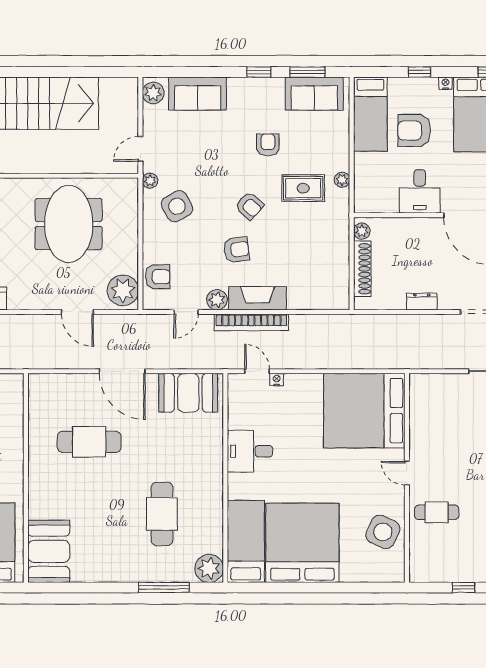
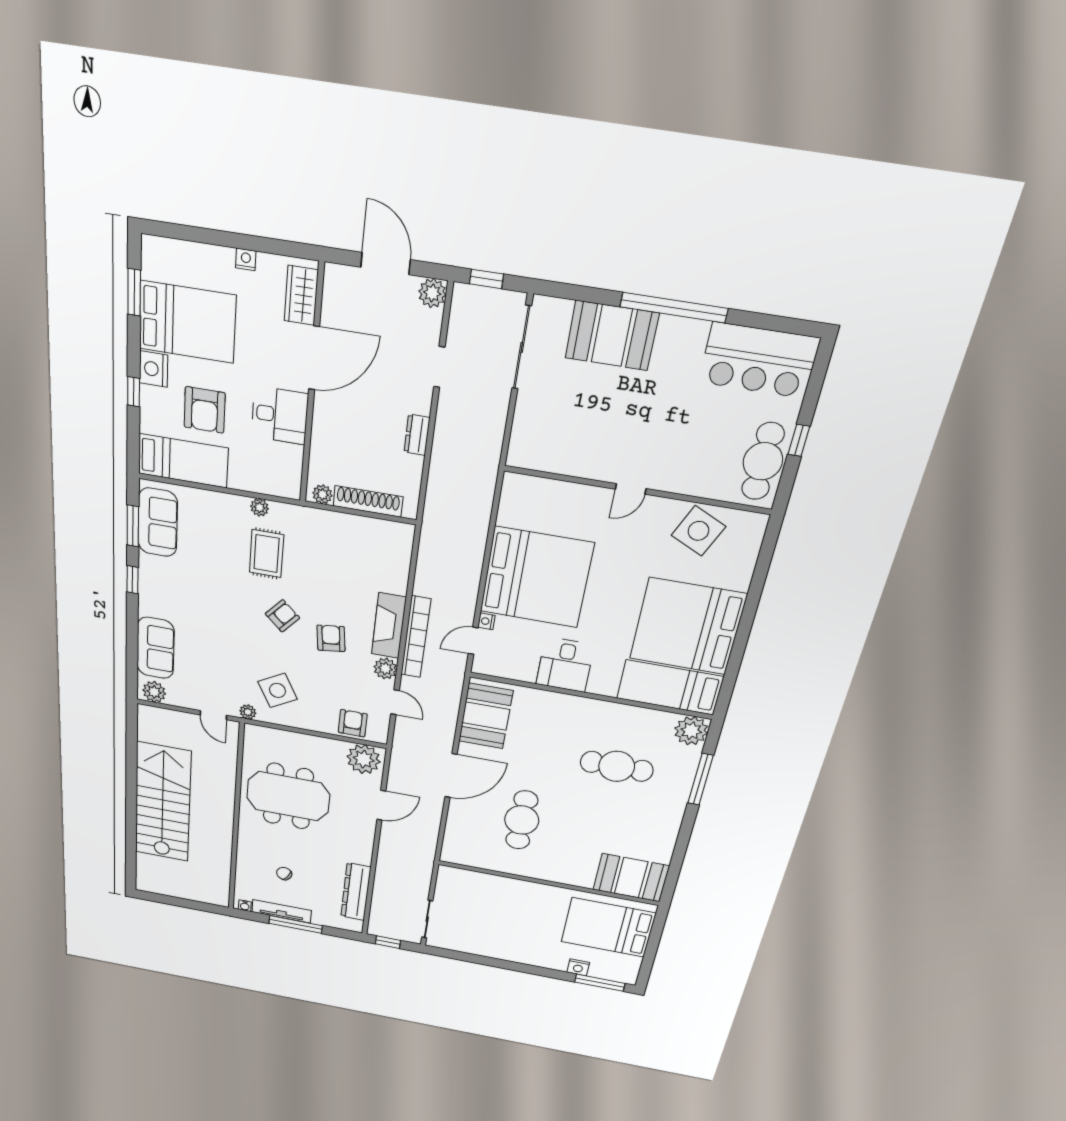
nightstand: (446, 83) -> (154, 369), width x1.89, depth x1.79
armchair: (268, 145) -> (215, 584), removed
bed: (364, 411) -> (536, 577), moved, turned -90
cafe table: (437, 512) -> (763, 461), moved, width x1.37, depth x1.35

